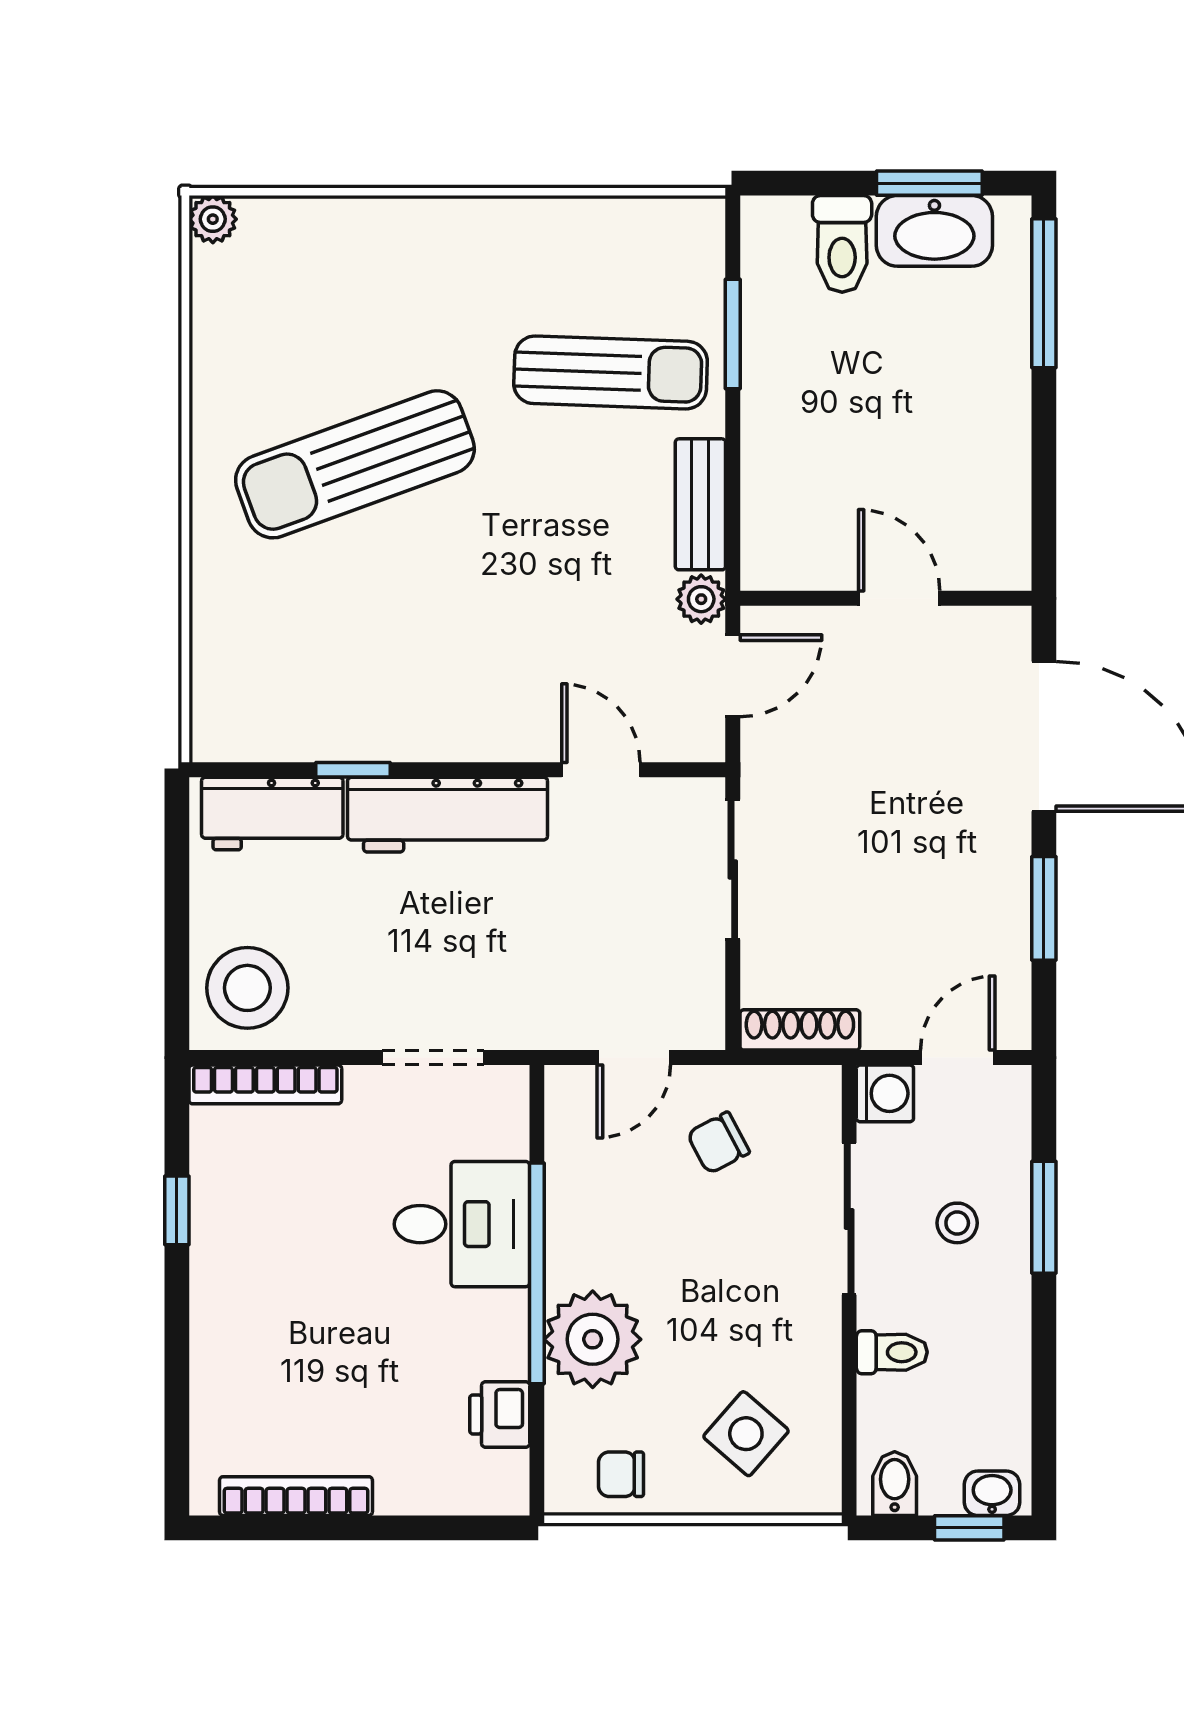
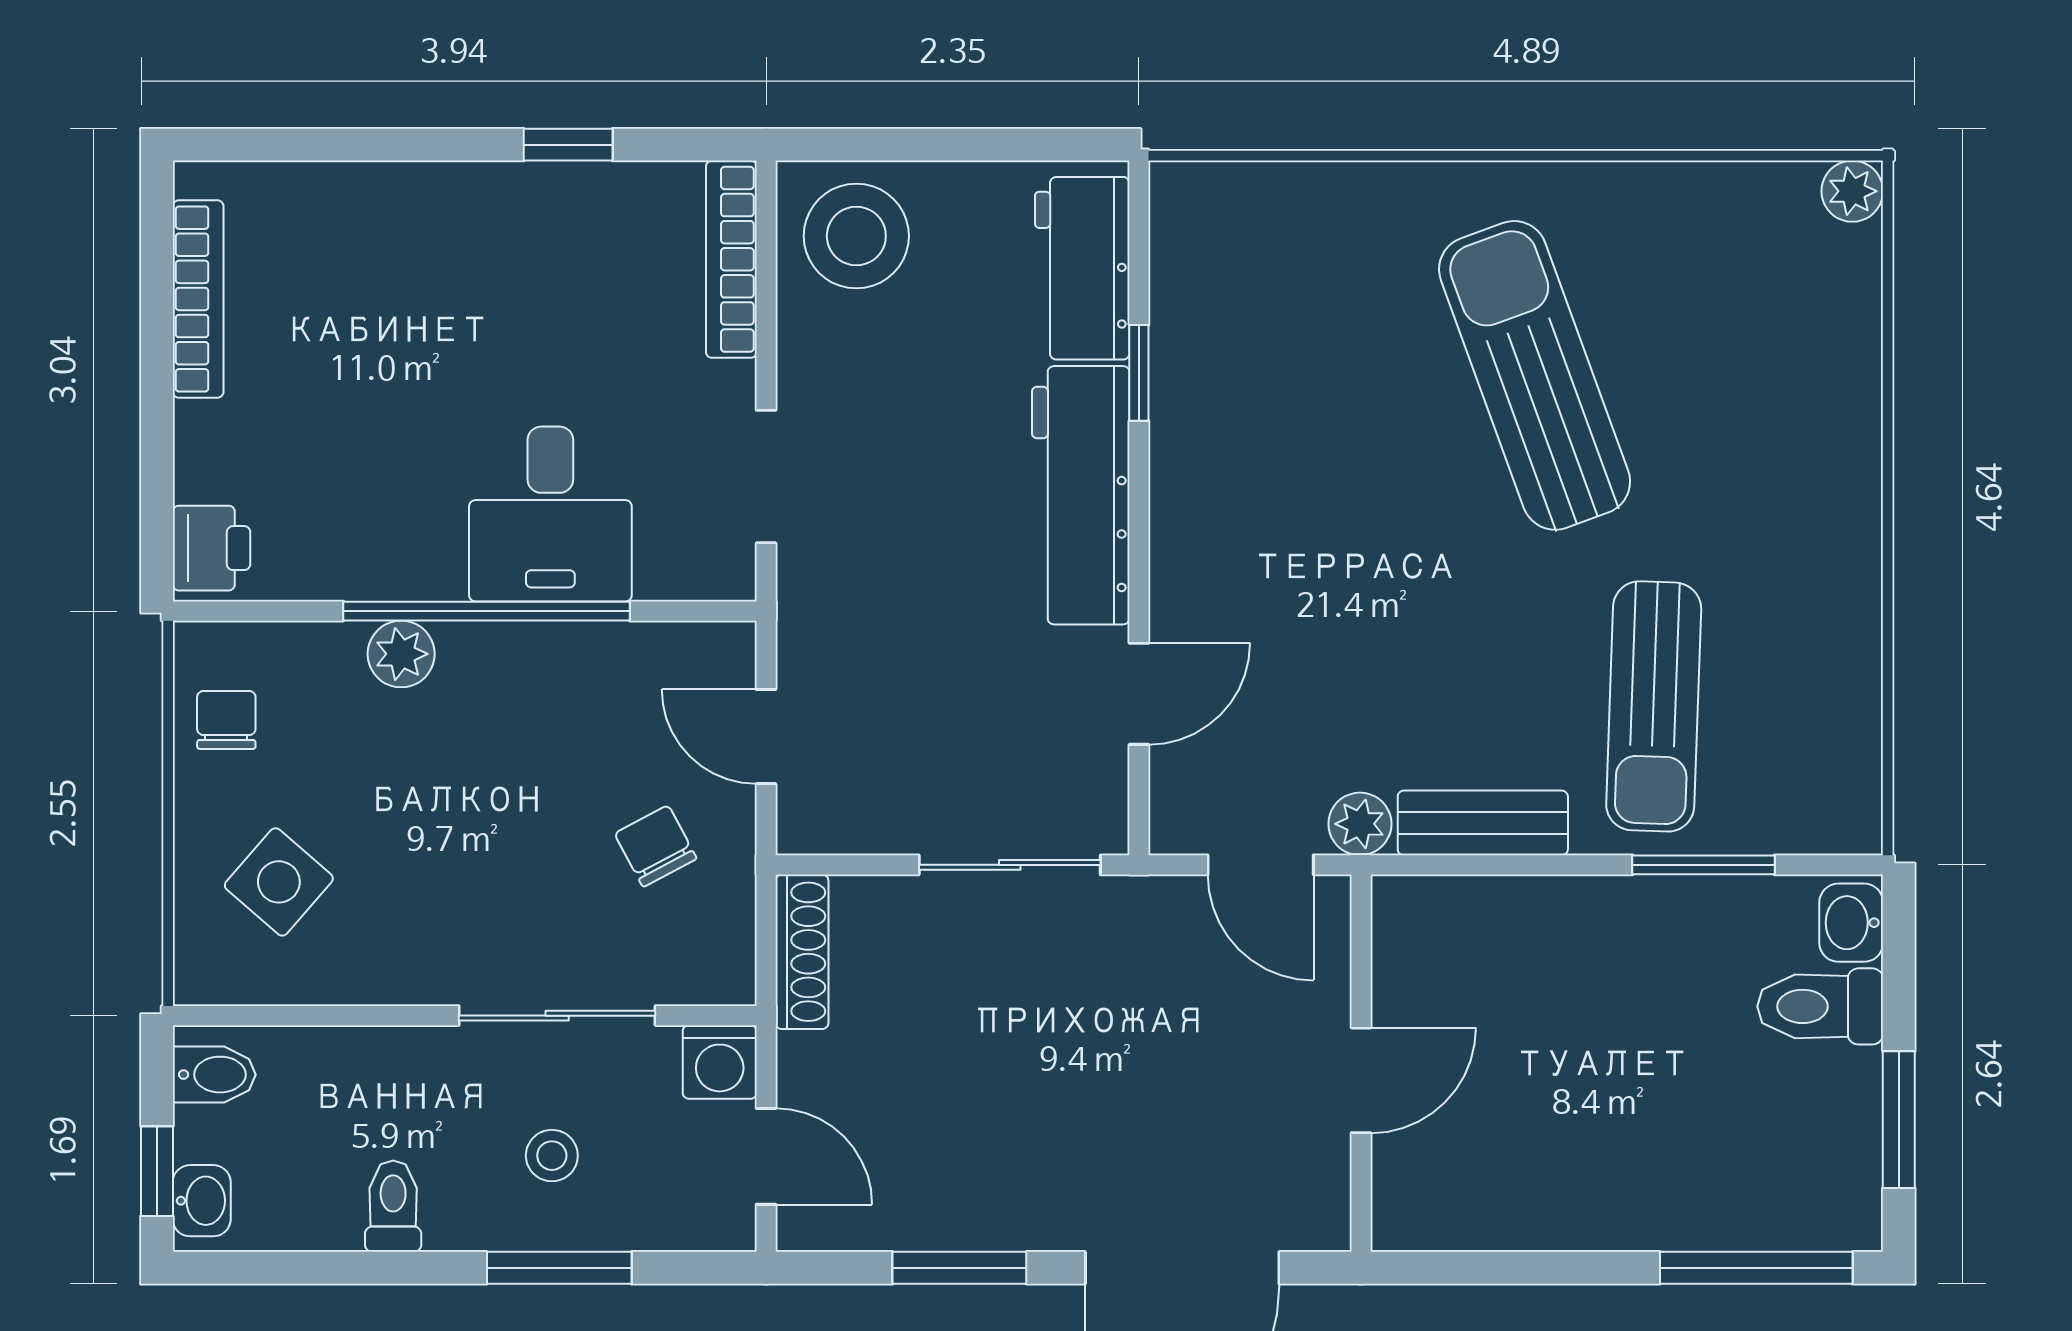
washbasin: (934, 231) -> (1851, 923), moved, width x0.52, depth x0.69
plant: (593, 1339) -> (401, 654), width x0.53, depth x0.53
toilet: (892, 1352) -> (393, 1206), moved, turned 180
printer: (500, 1414) -> (211, 548), moved, turned 90

